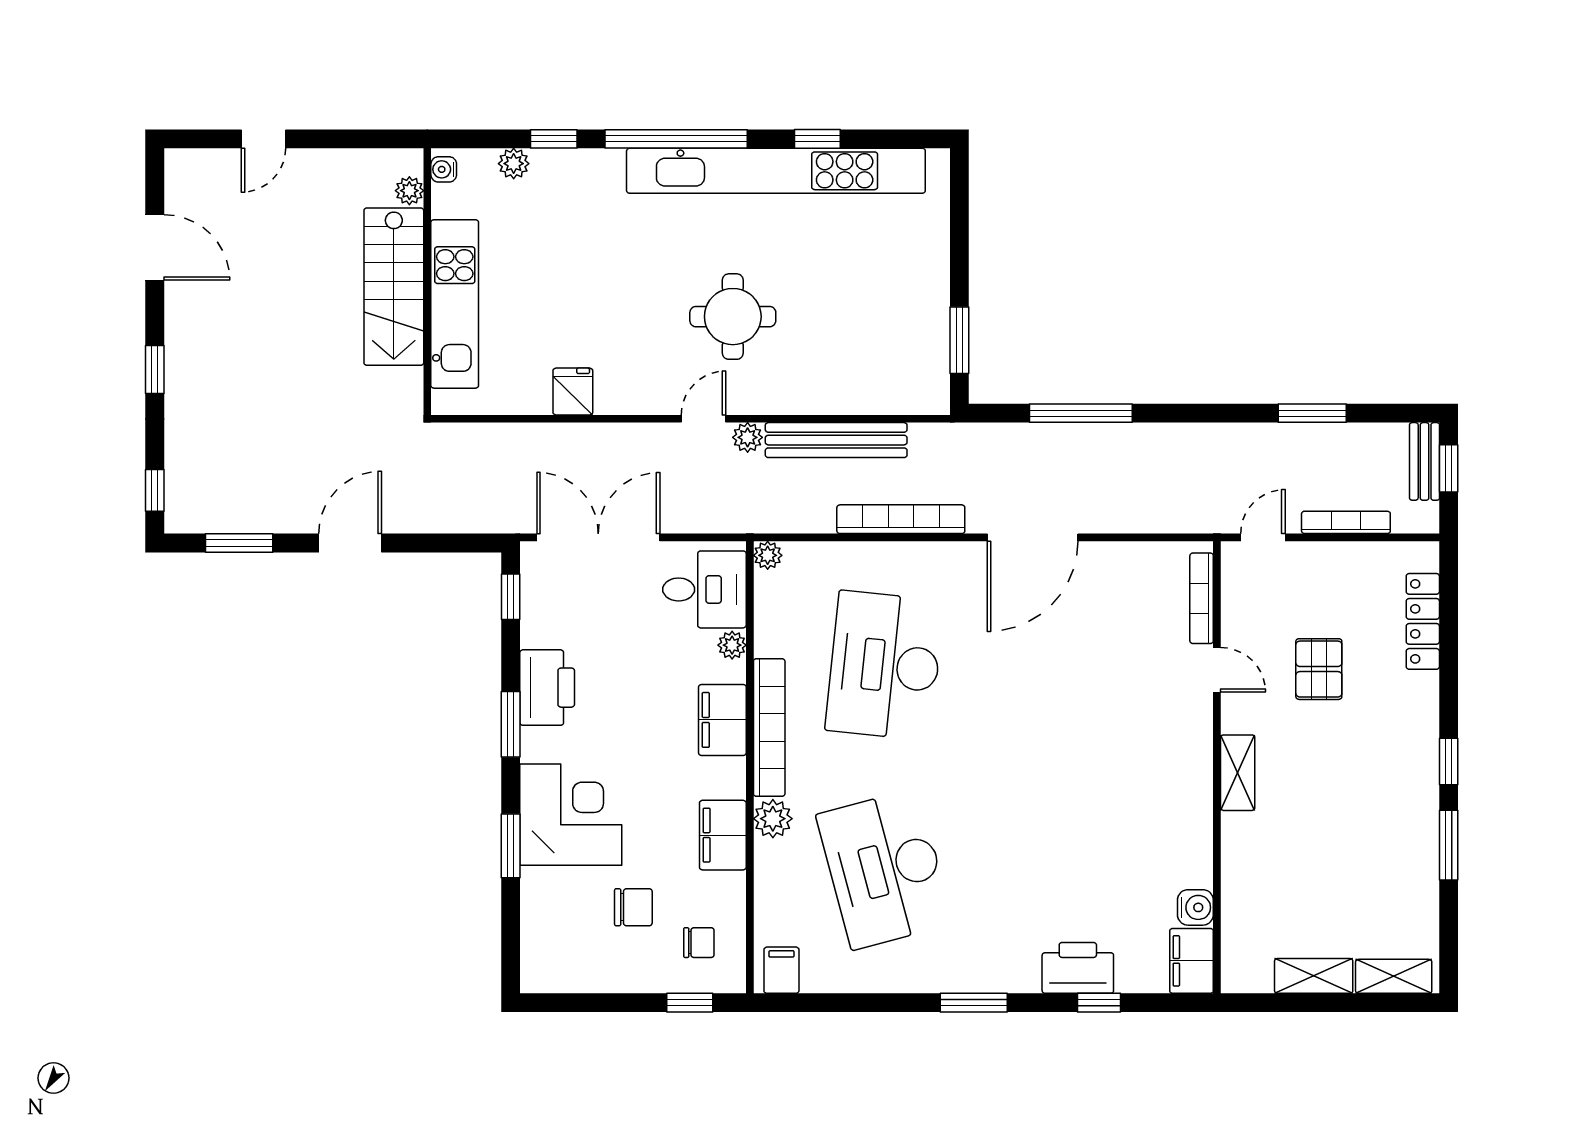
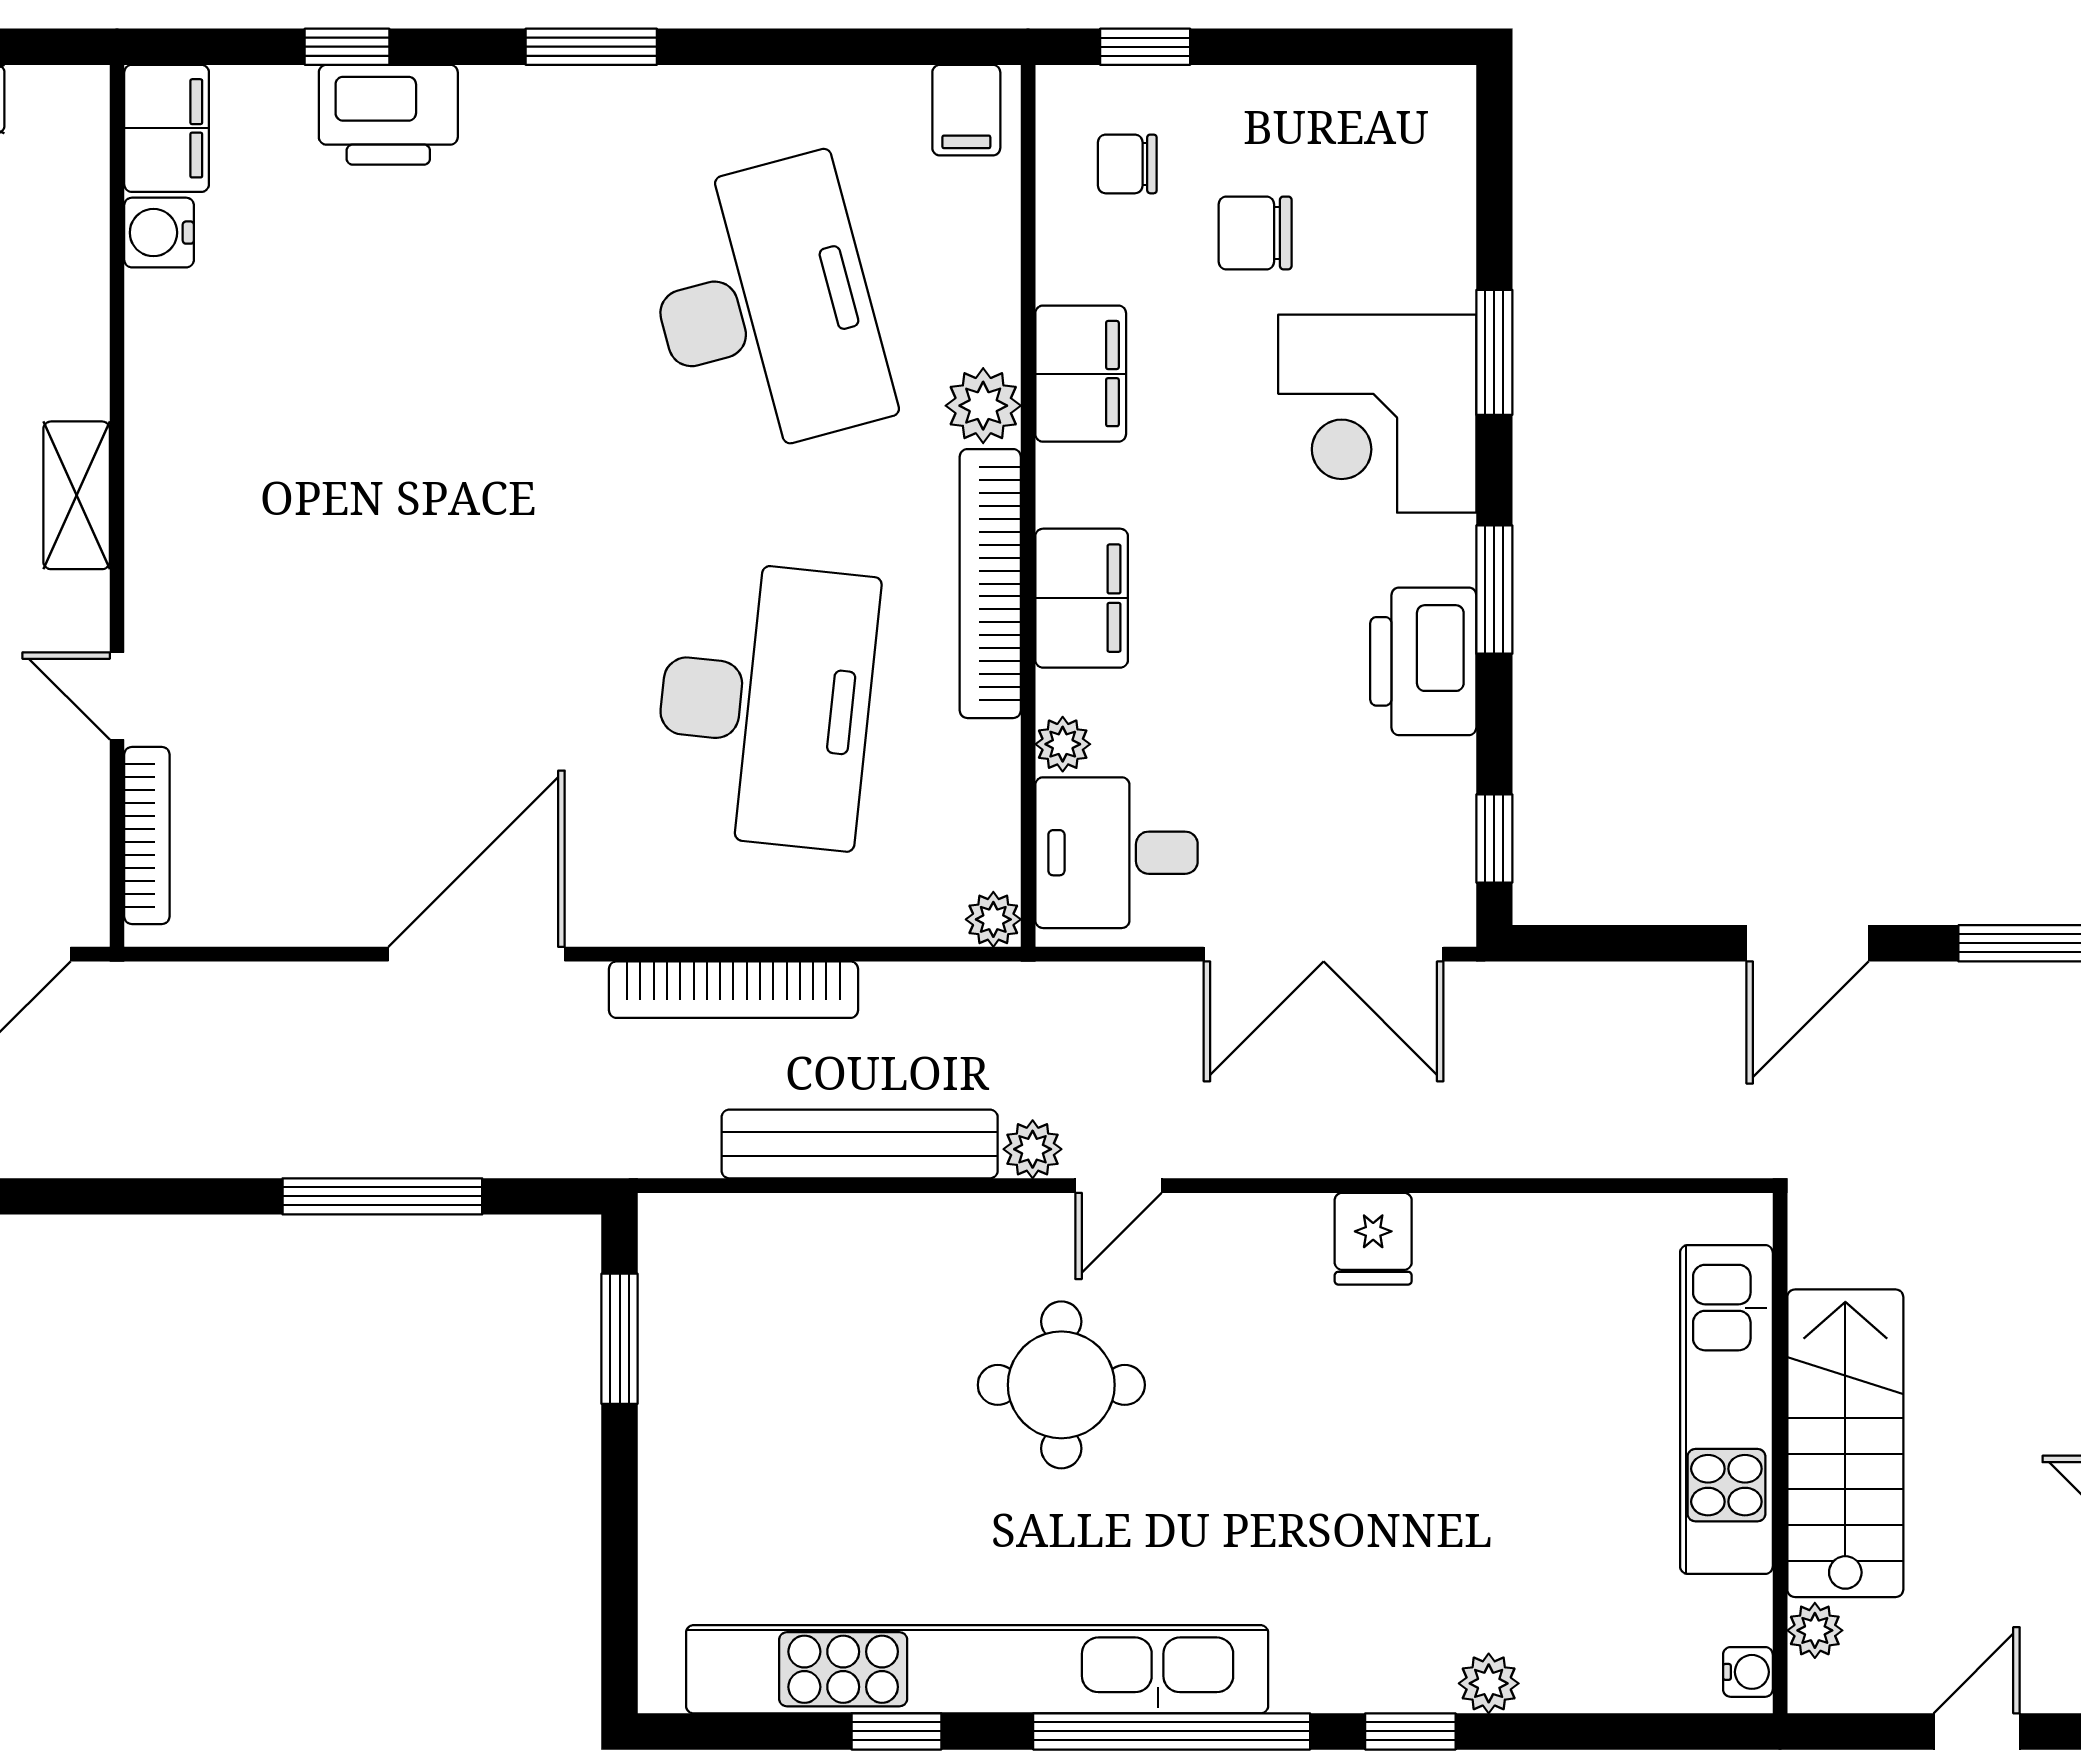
water cooler: (444, 169) -> (1748, 1672), moved
plant: (409, 191) -> (1815, 1630), moved
wall: (427, 282) -> (1780, 1453), moved
stairs: (394, 287) -> (1845, 1443), moved
kitchen unit: (455, 304) -> (1726, 1410), moved

